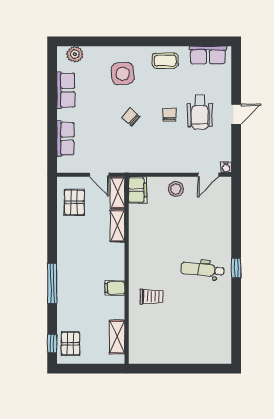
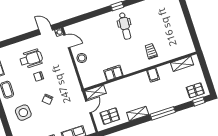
door: (236, 114) -> (46, 30), moved
filing cabinet: (137, 190) -> (113, 73), moved
shelving: (117, 226) -> (138, 114), moved

